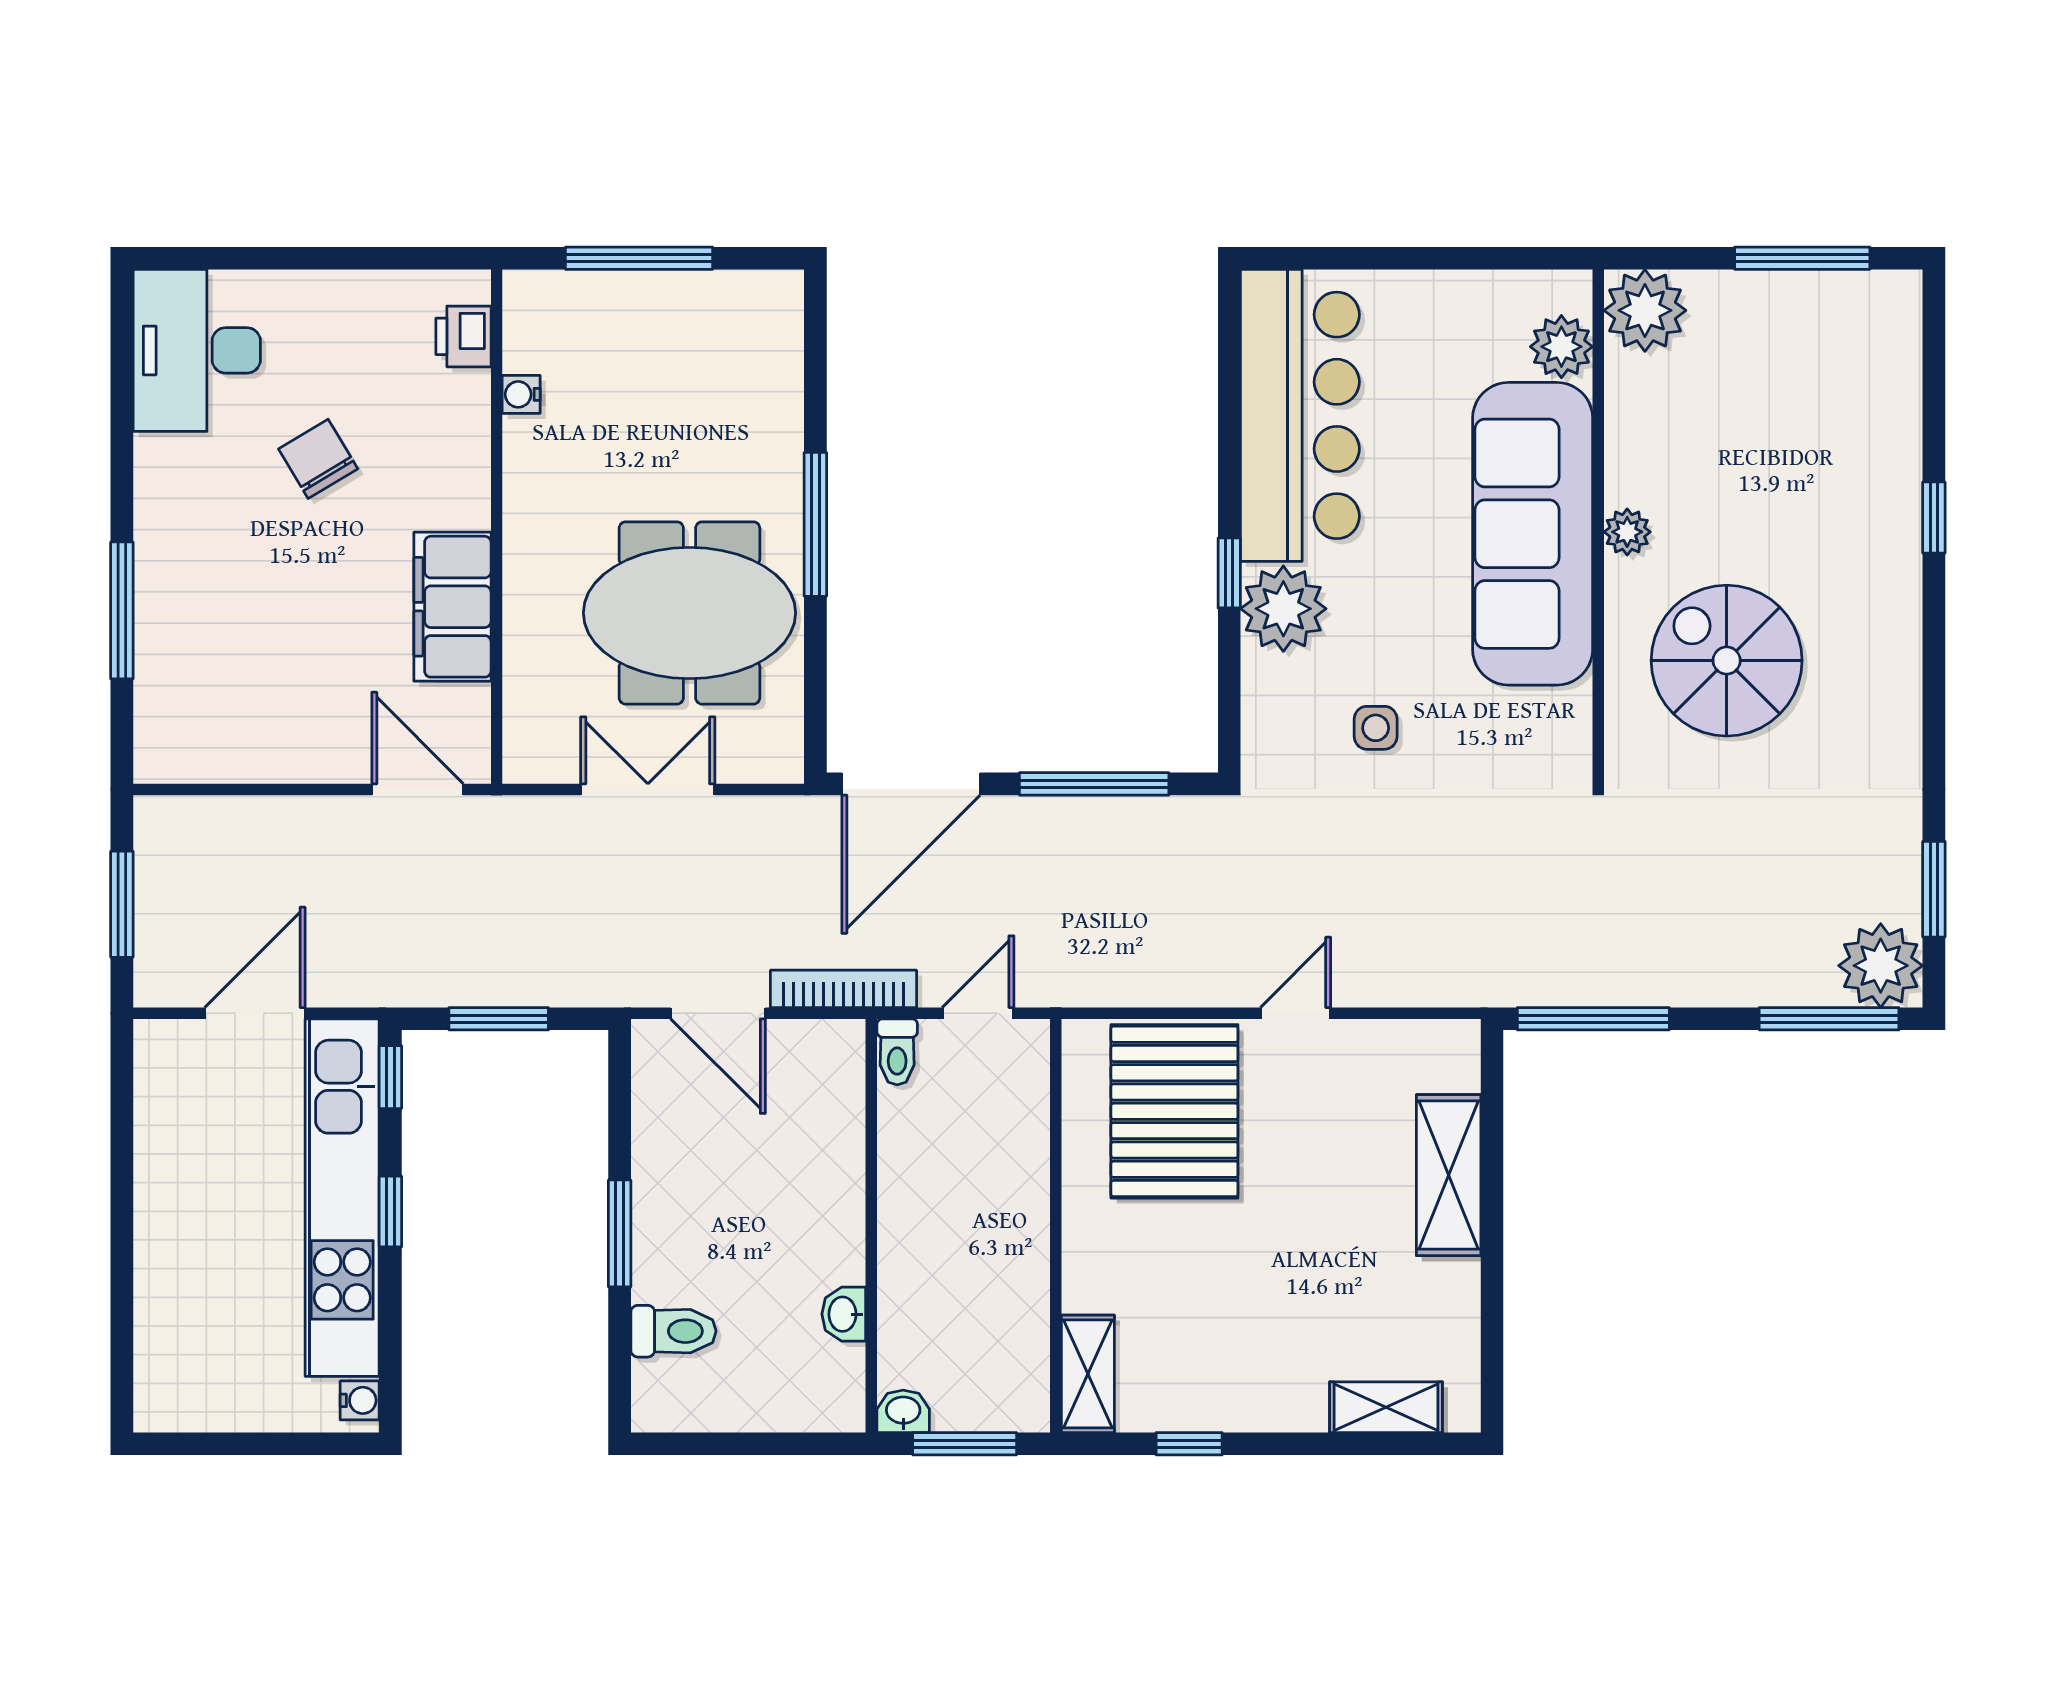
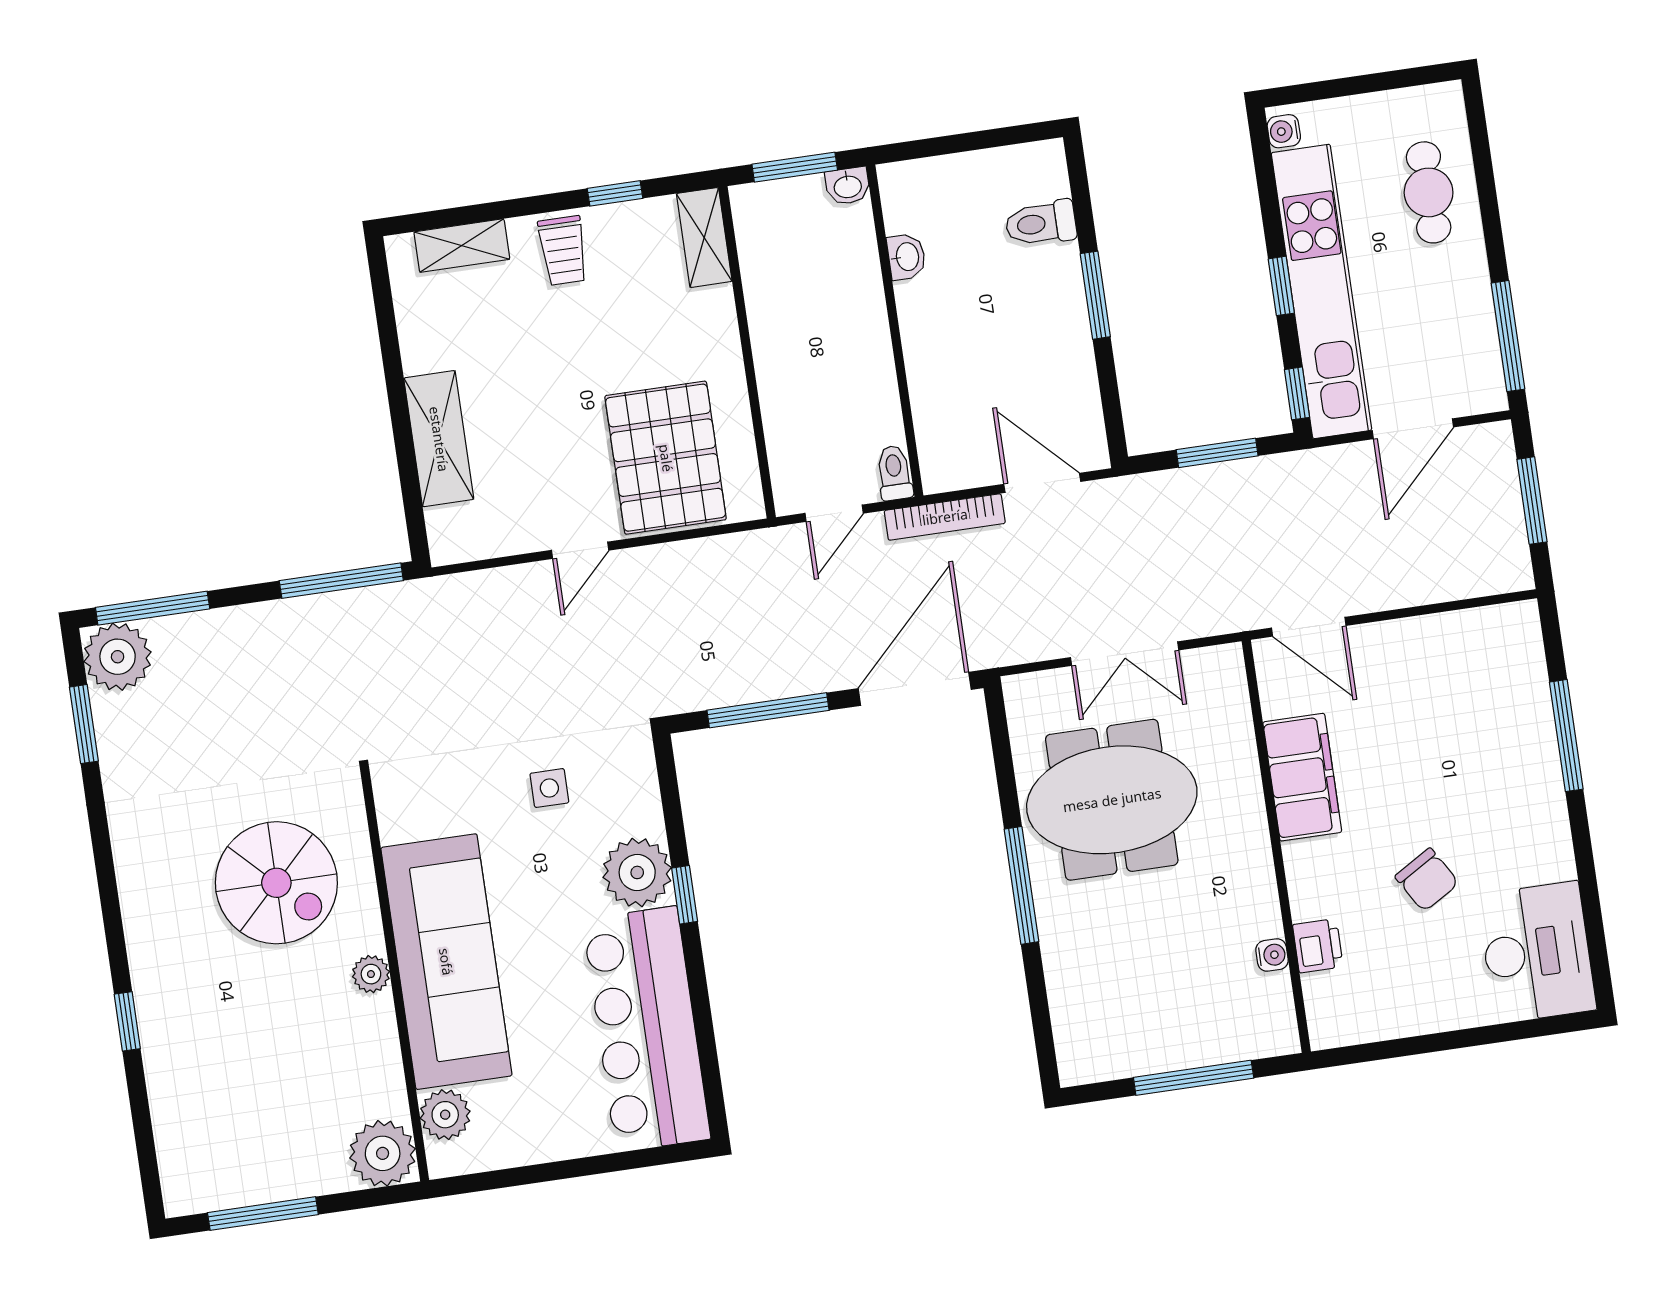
printer: (463, 336) -> (1318, 946), moved
window: (122, 1110) -> (1508, 336), added
cafe table: (193, 1300) -> (1429, 192), added
trolley: (1263, 1383) -> (563, 251), added

